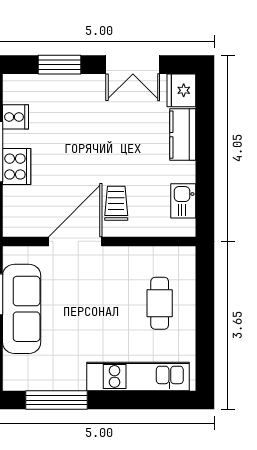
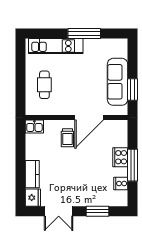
double door: (133, 65) -> (59, 211), swing flipped
kitchen sink: (183, 201) -> (34, 127), moved, turned 90
window: (57, 400) -> (84, 34), moved

